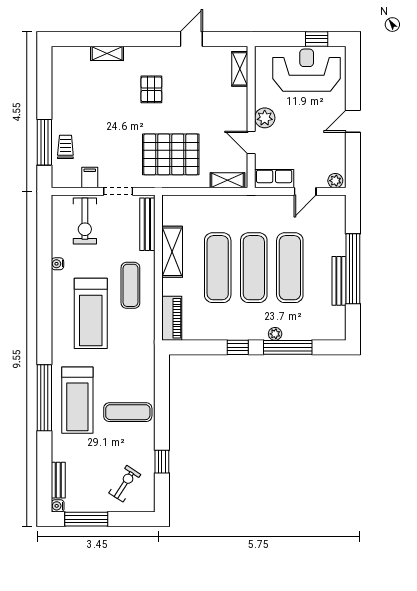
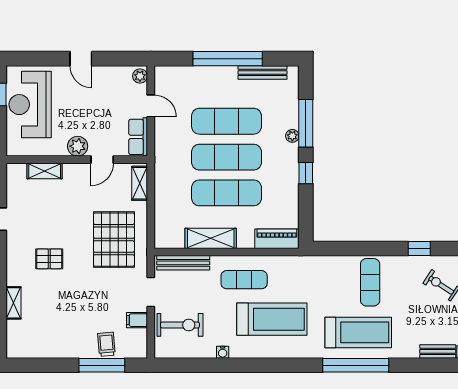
shelving: (240, 69) -> (45, 171), moved
trolley: (65, 147) -> (106, 344), turned 85
bench: (339, 281) -> (262, 72), moved

